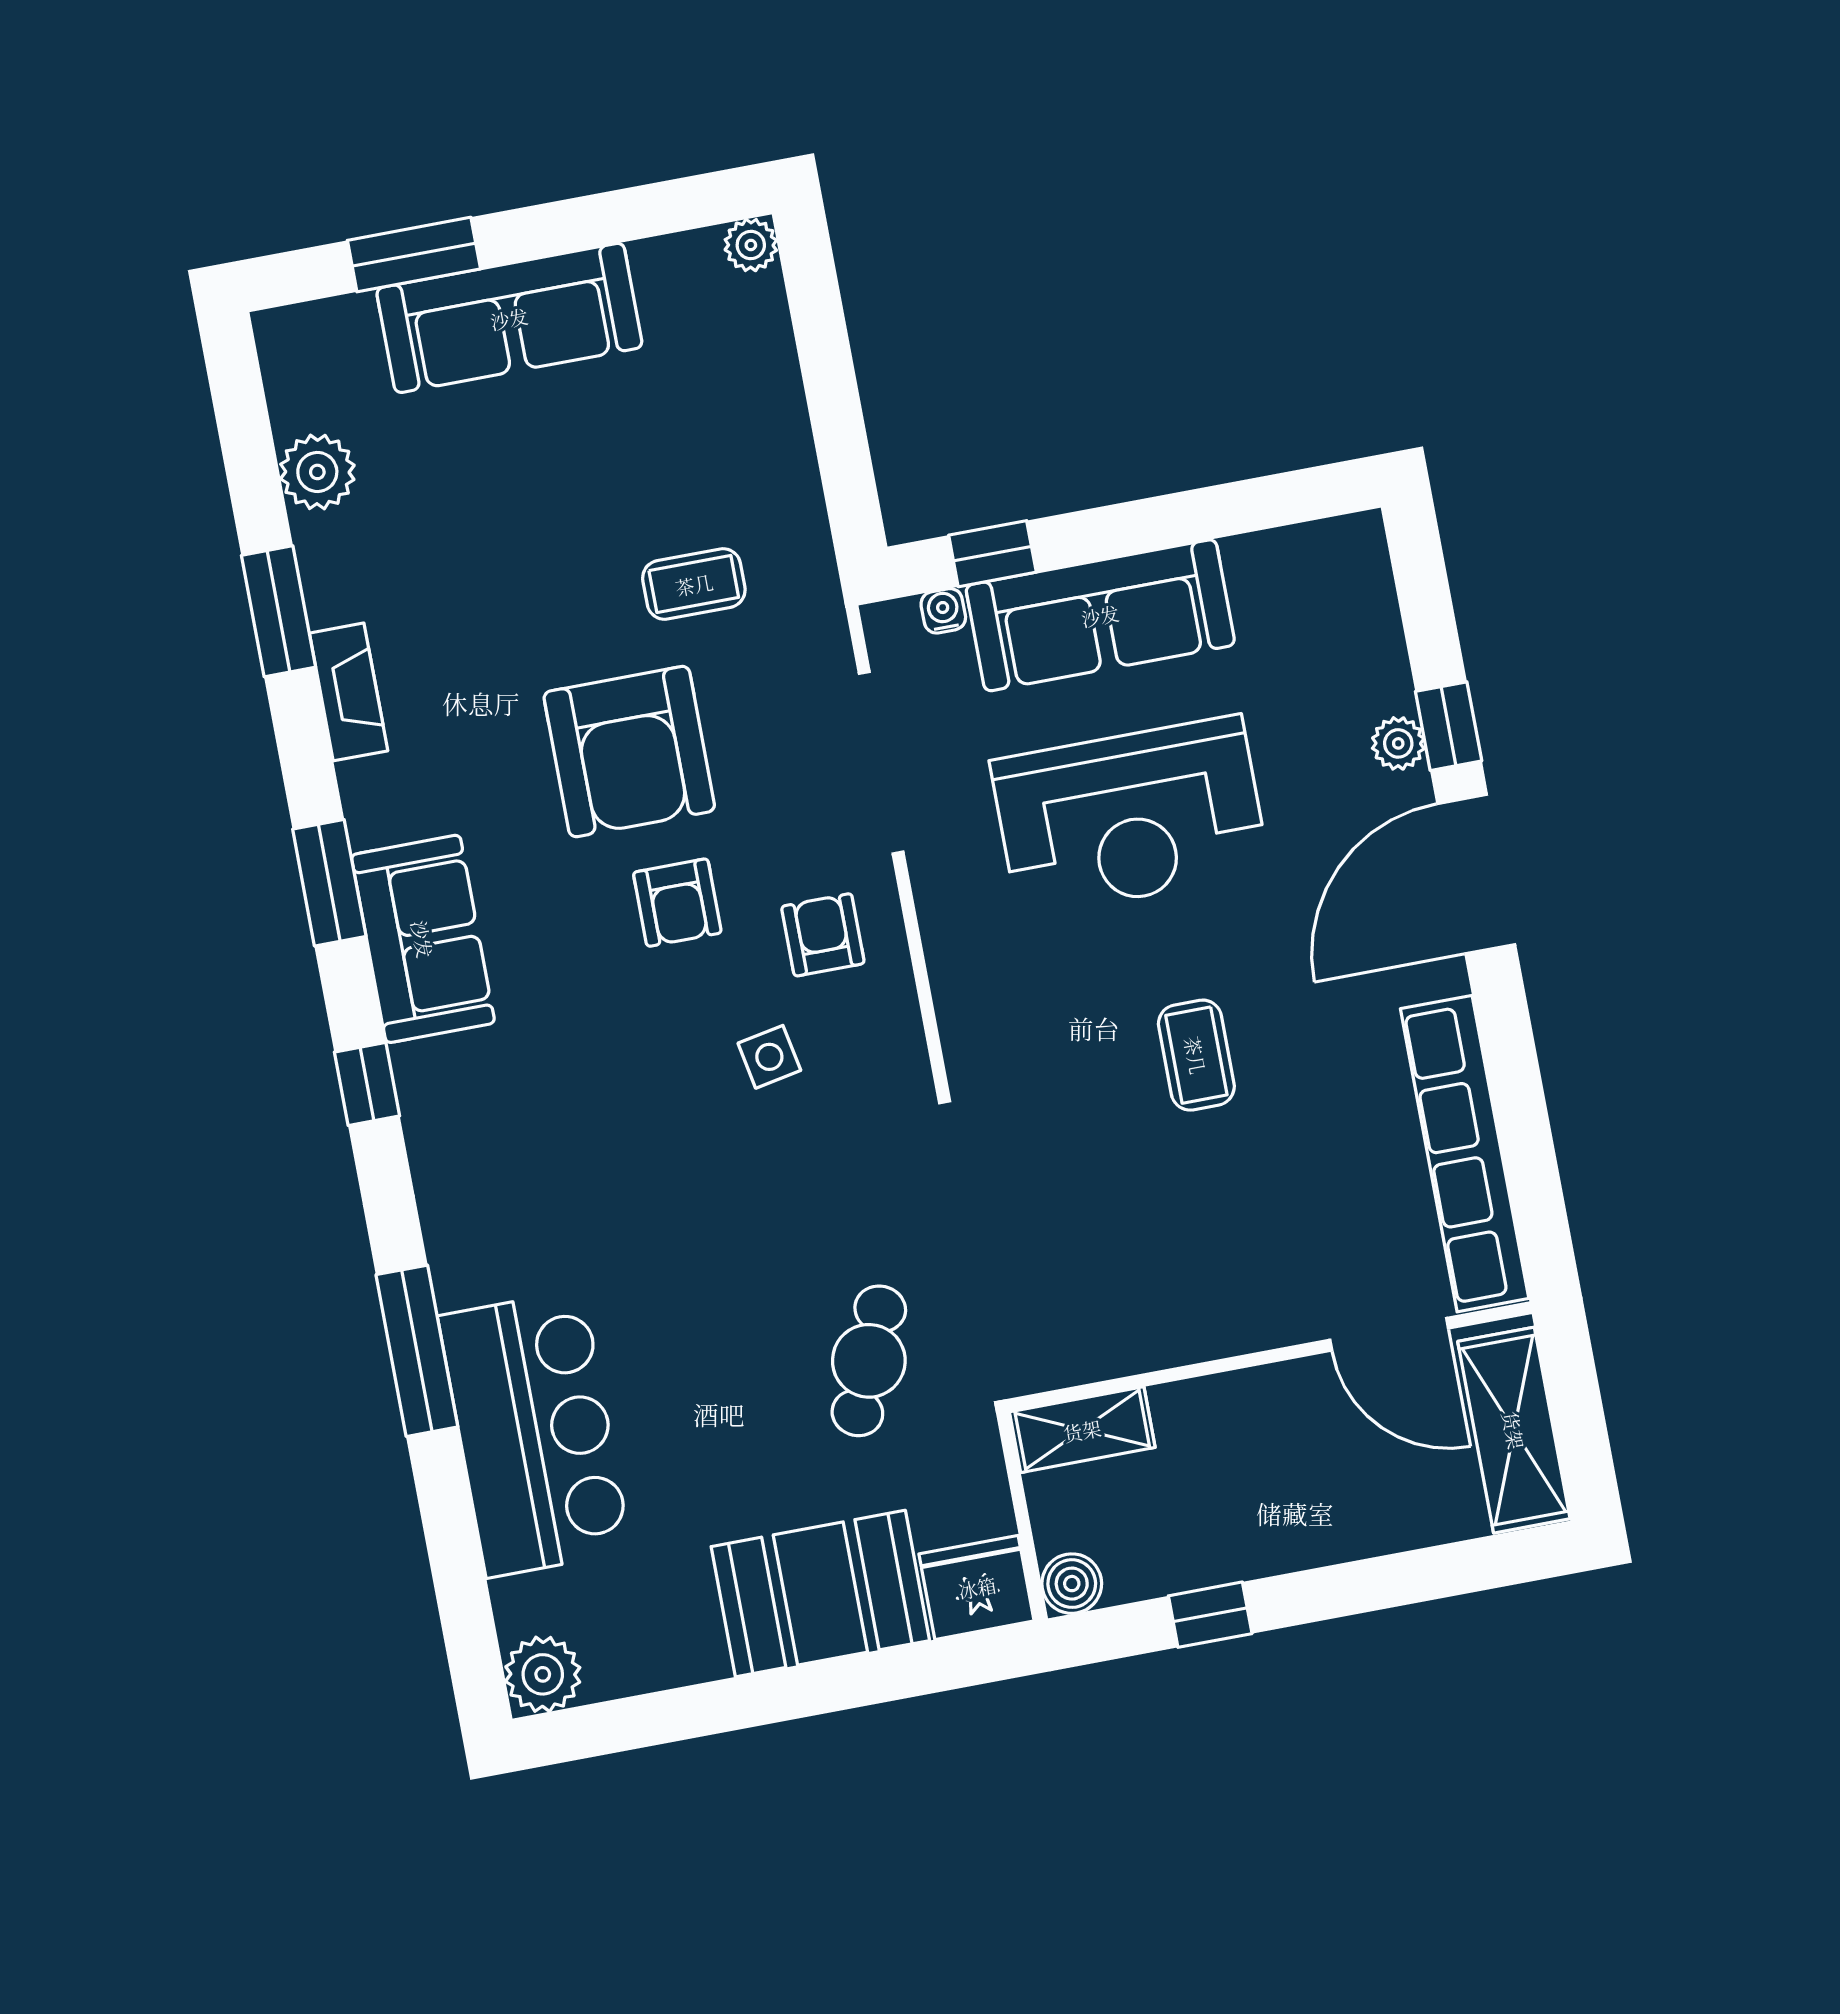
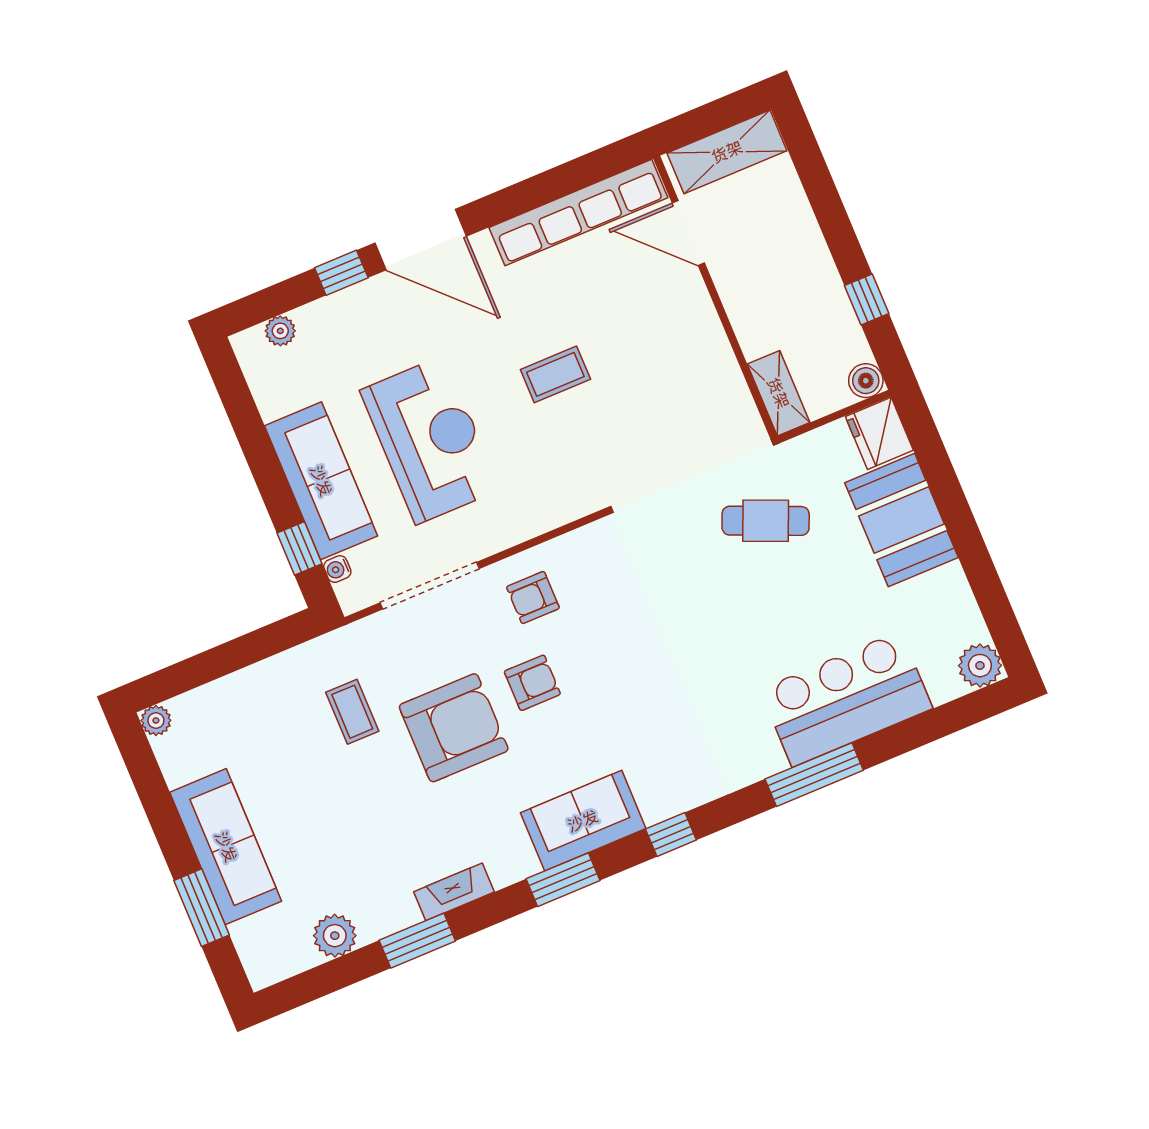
plant: (1398, 743) -> (280, 331), moved
side table: (769, 1057) -> (608, 613), removed
door: (1389, 1334) -> (688, 233), swing flipped

